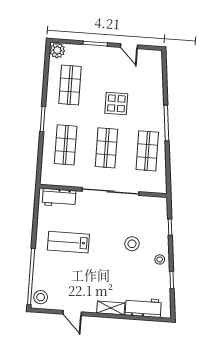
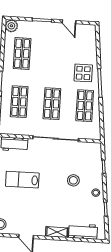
display table: (116, 103) -> (83, 73), moved

